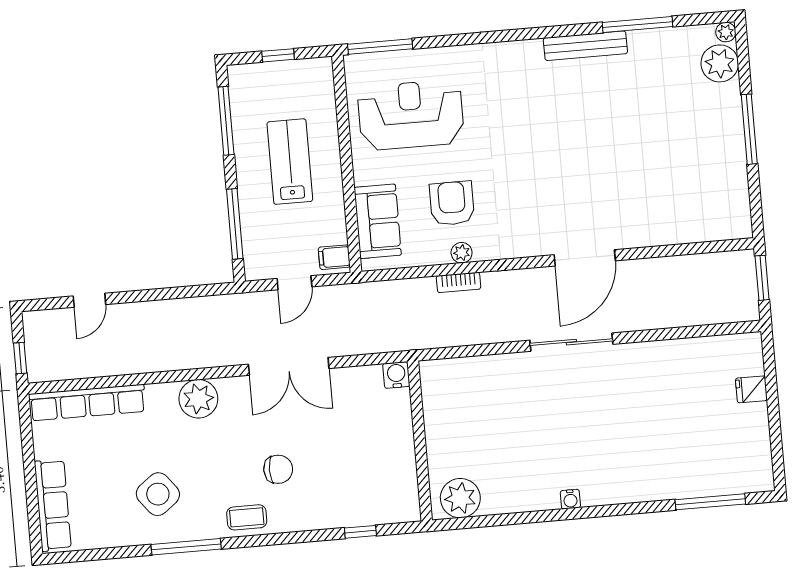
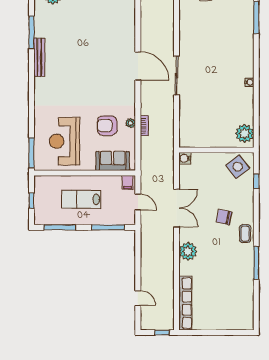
chair: (278, 469) -> (224, 217), turned -78
side table: (158, 494) -> (238, 167), moved
row of seats: (53, 505) -> (232, 323), removed

